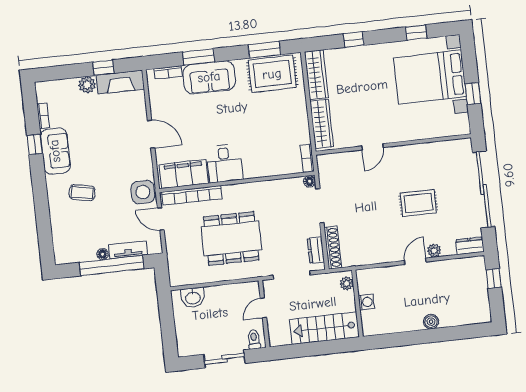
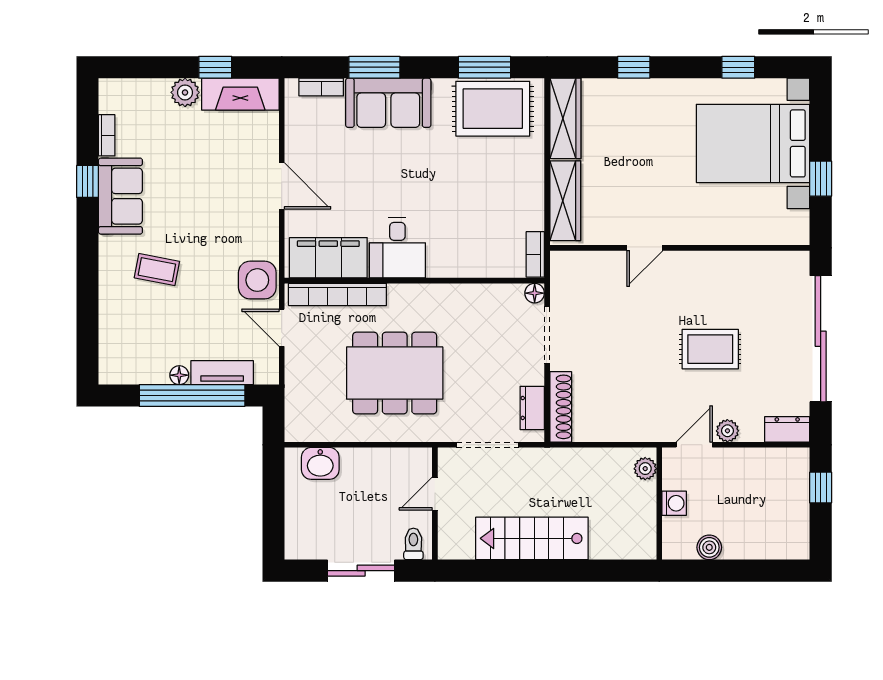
plant: (347, 283) -> (645, 469), moved
washing machine: (366, 302) -> (674, 503), moved
wall: (357, 303) -> (659, 504), moved

